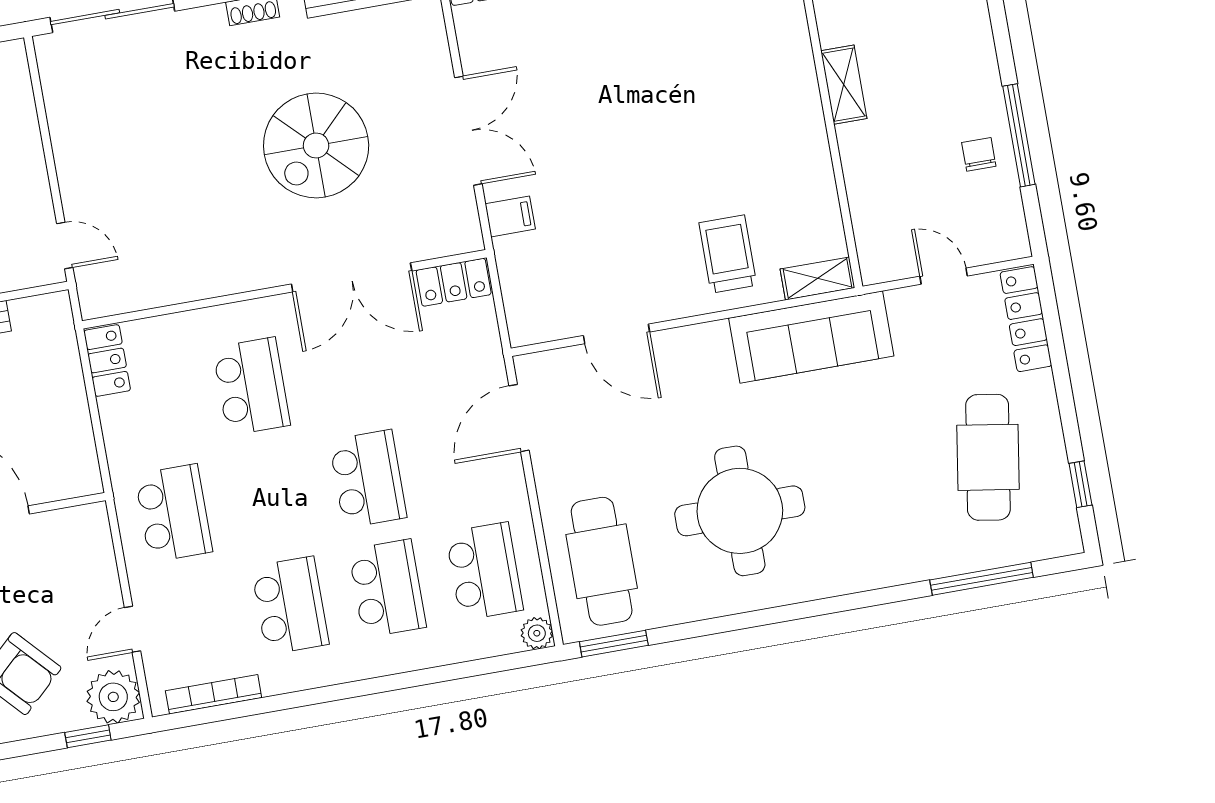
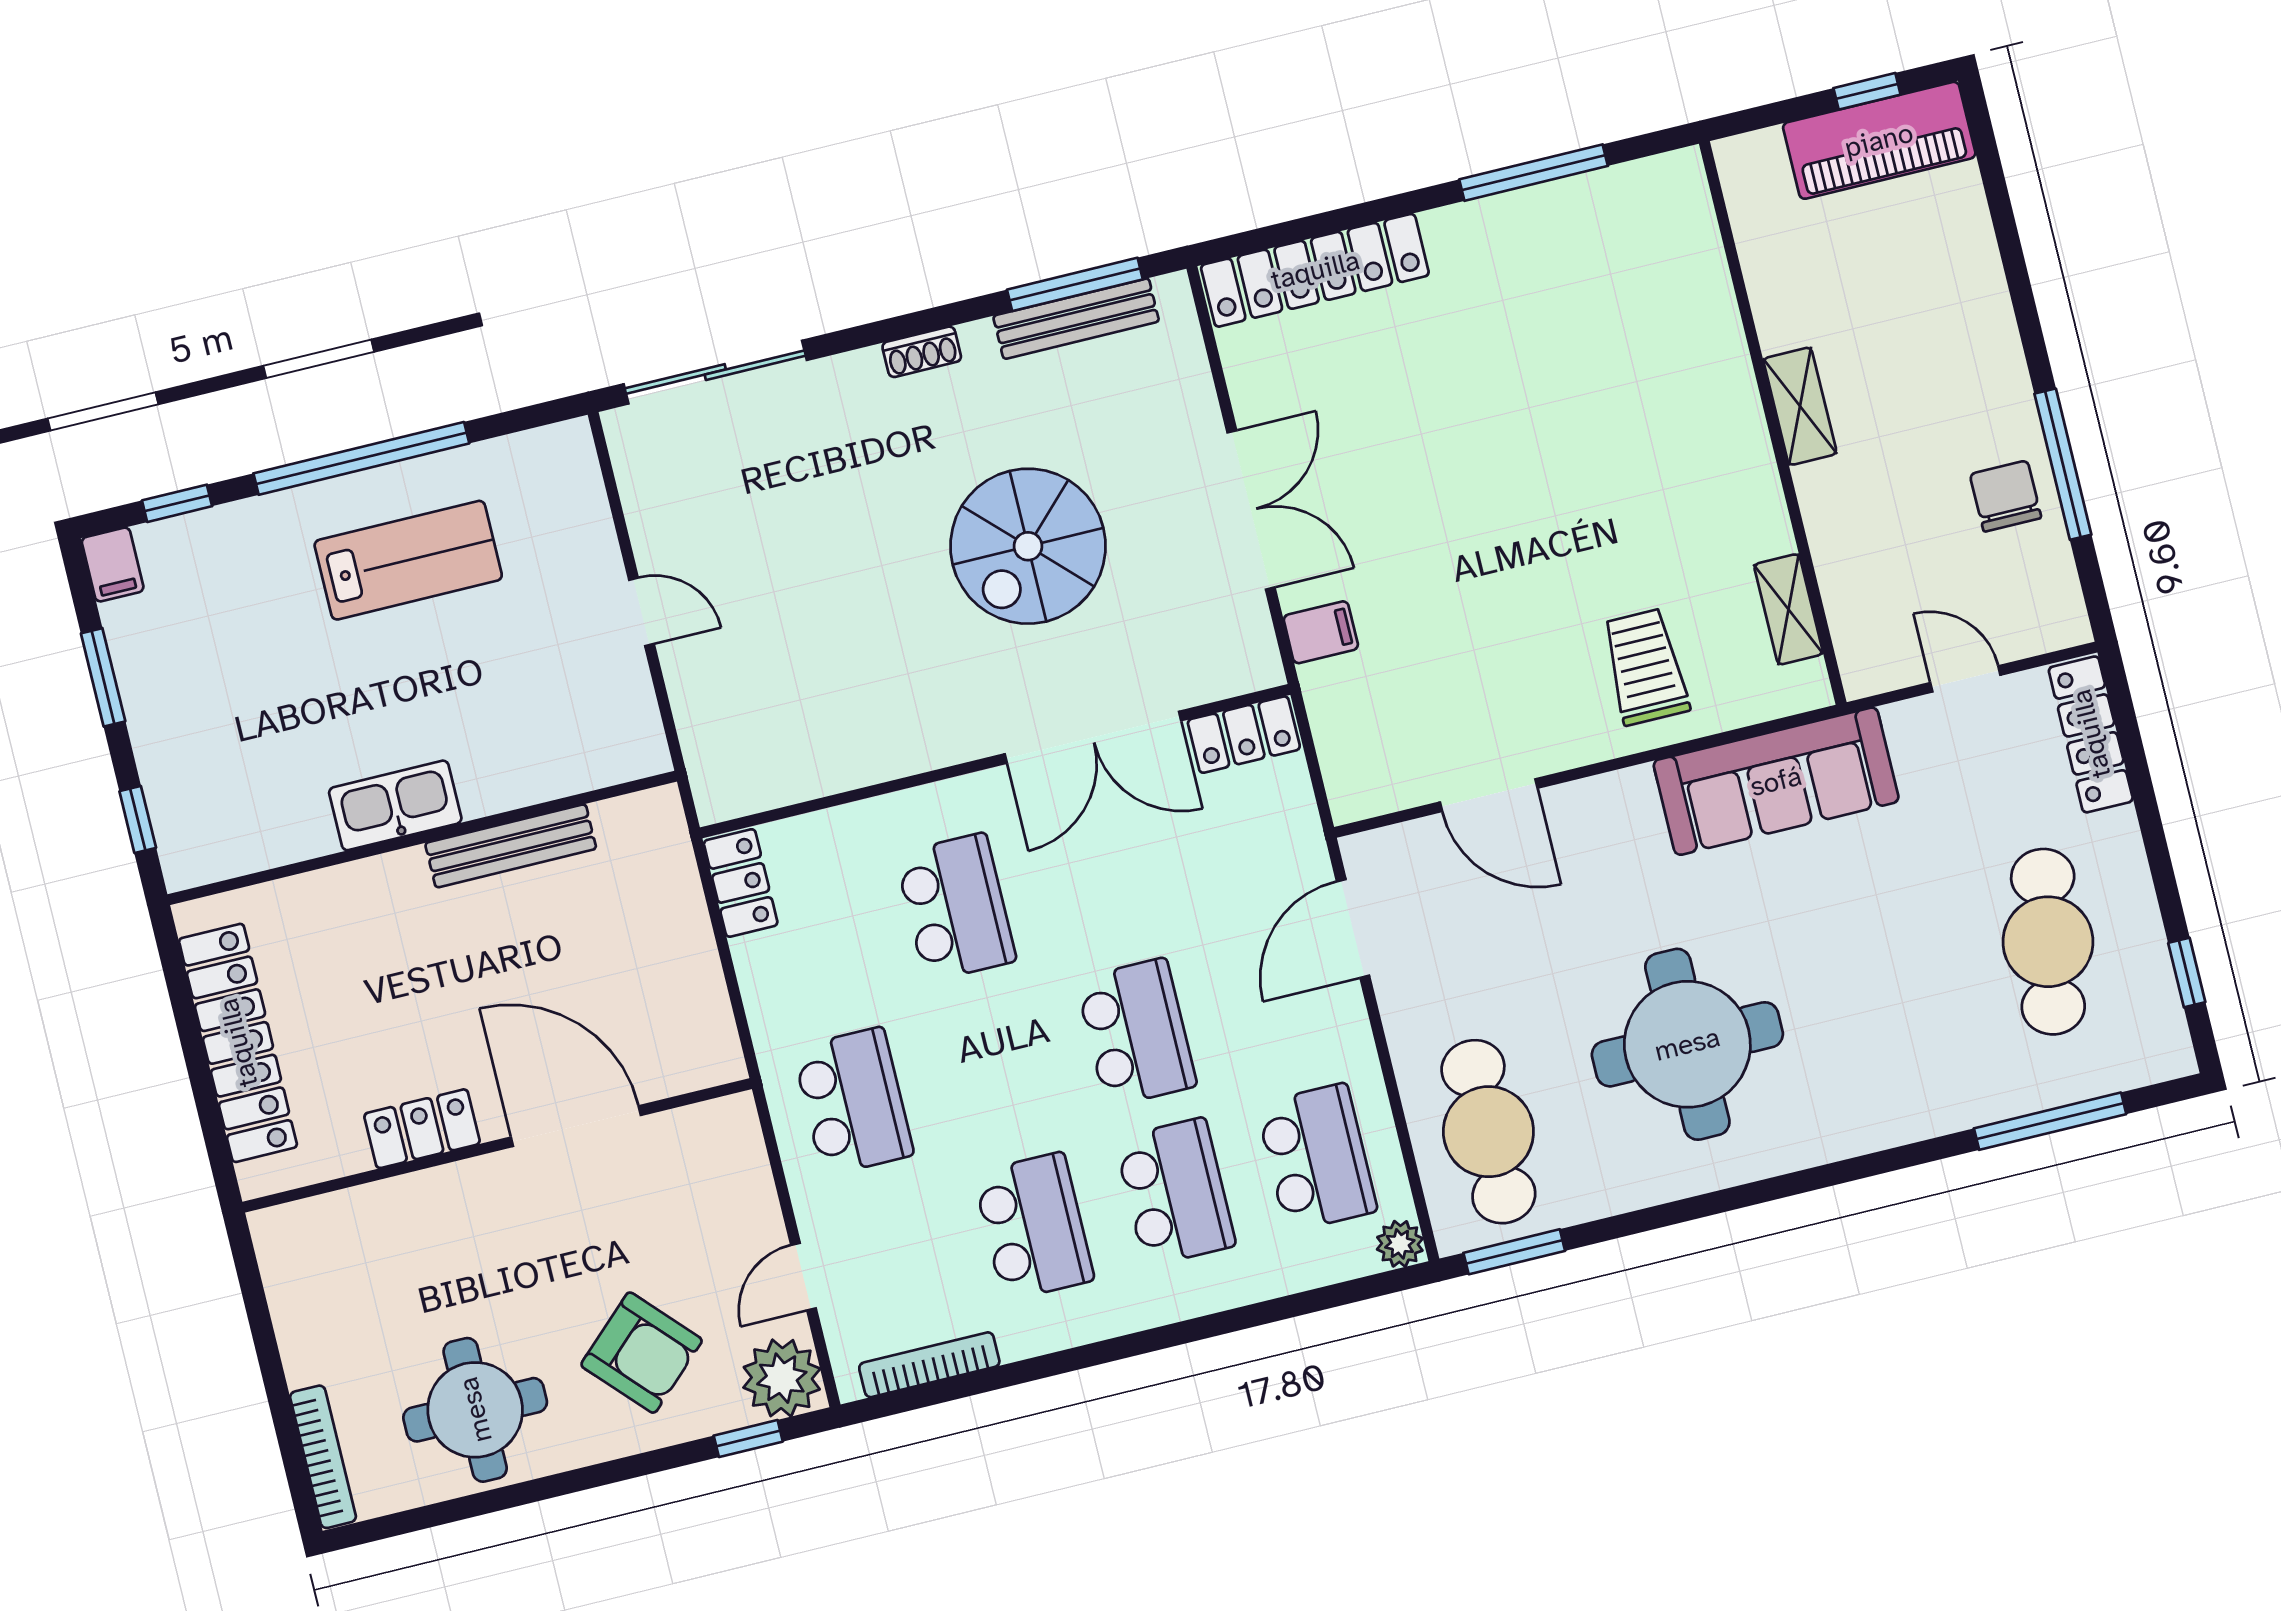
chair: (979, 154) -> (2006, 496), width x1.37, depth x1.37
door: (65, 245) -> (641, 612), moved
shelving: (818, 278) -> (1788, 609), moved, turned 90

